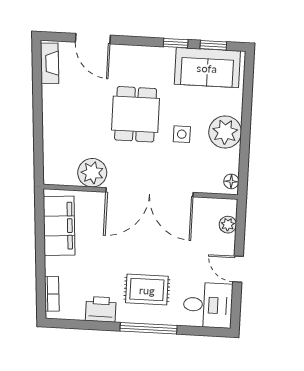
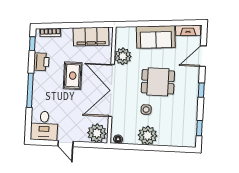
window: (176, 43) -> (201, 90), moved
sofa: (207, 68) -> (156, 37), moved, turned -94
plant: (228, 225) -> (97, 133), width x1.88, depth x1.88
door: (238, 269) -> (66, 144), swing flipped
rug: (147, 290) -> (73, 76), moved
window: (70, 324) -> (32, 44), added

